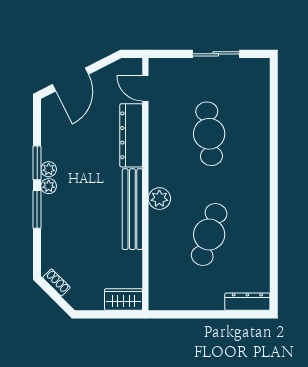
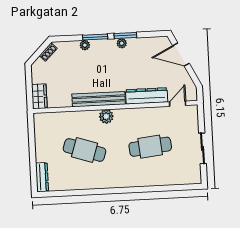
plant: (49, 186) -> (85, 45), moved

